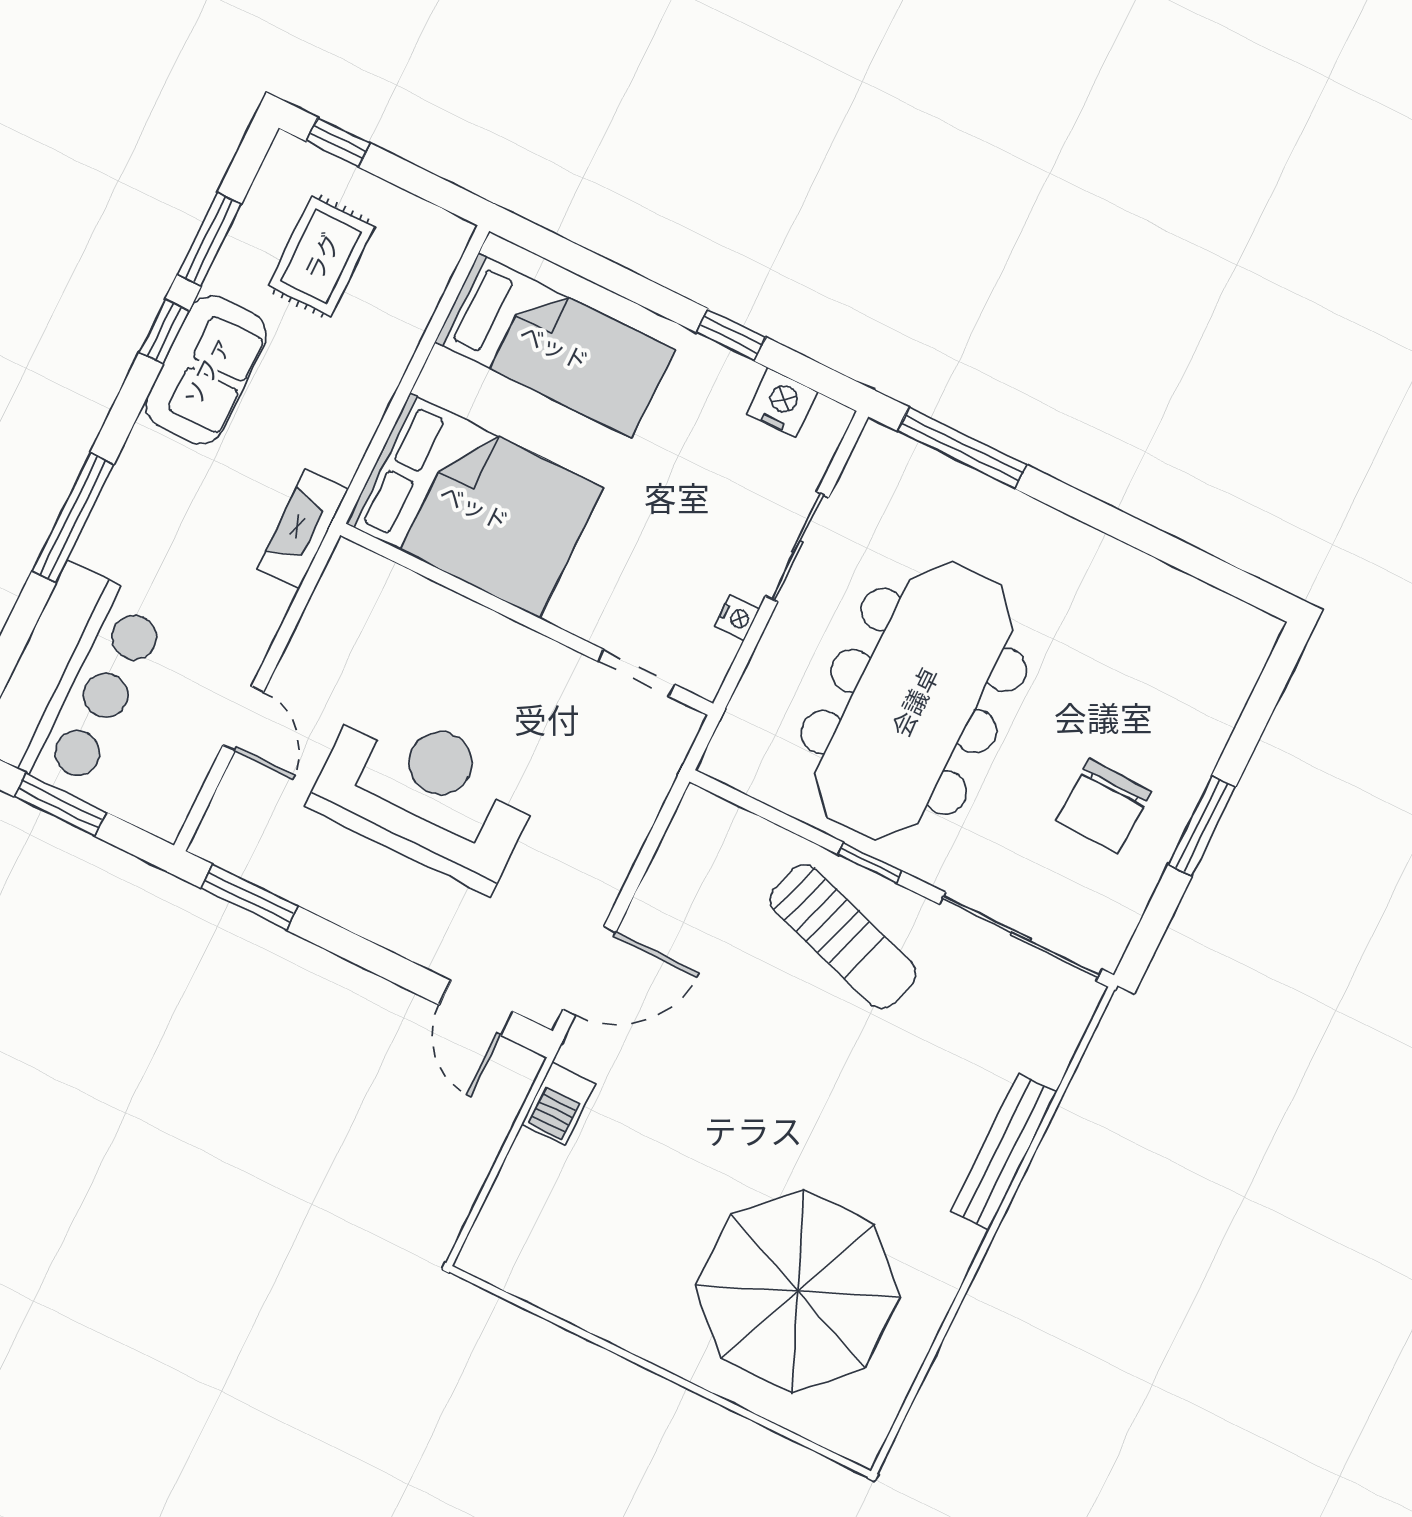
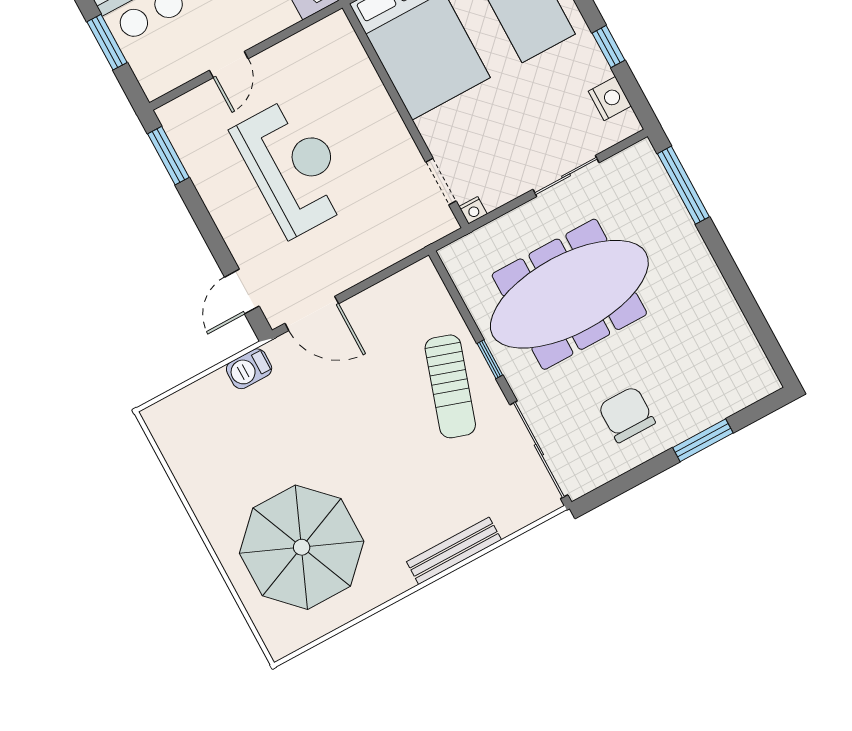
nightstand: (737, 618) -> (473, 210), moved
chair: (1104, 806) -> (627, 414), turned 88
window: (1202, 826) -> (703, 440), moved

